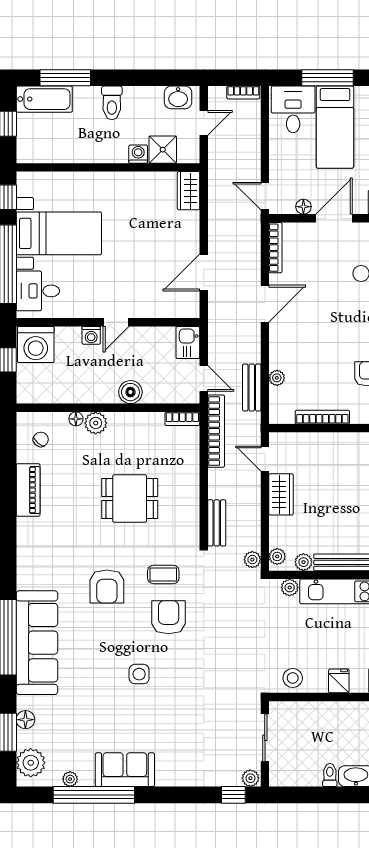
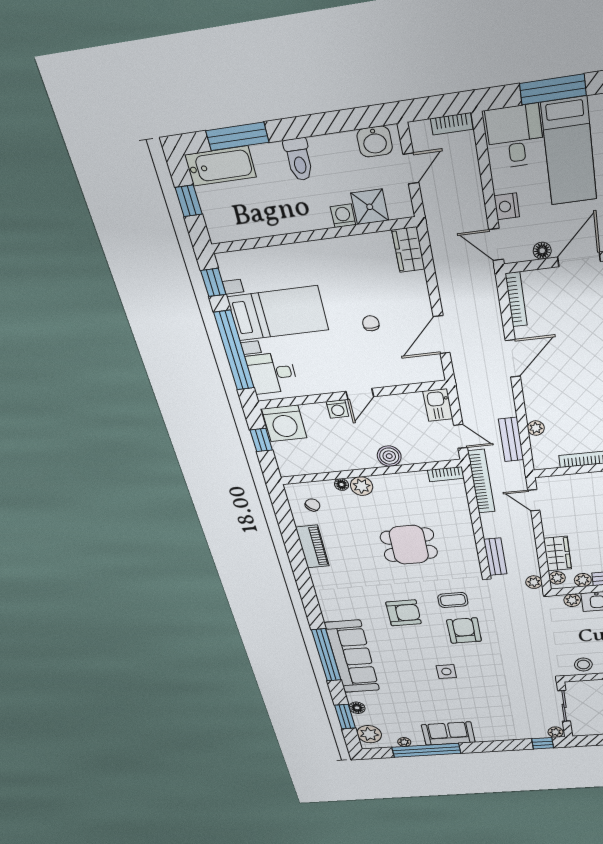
nightstand: (278, 165) -> (507, 206), added
chair: (142, 254) -> (371, 323), added
wardrobe: (281, 494) -> (557, 554), moved
armchair: (107, 586) -> (404, 613), turned -90

